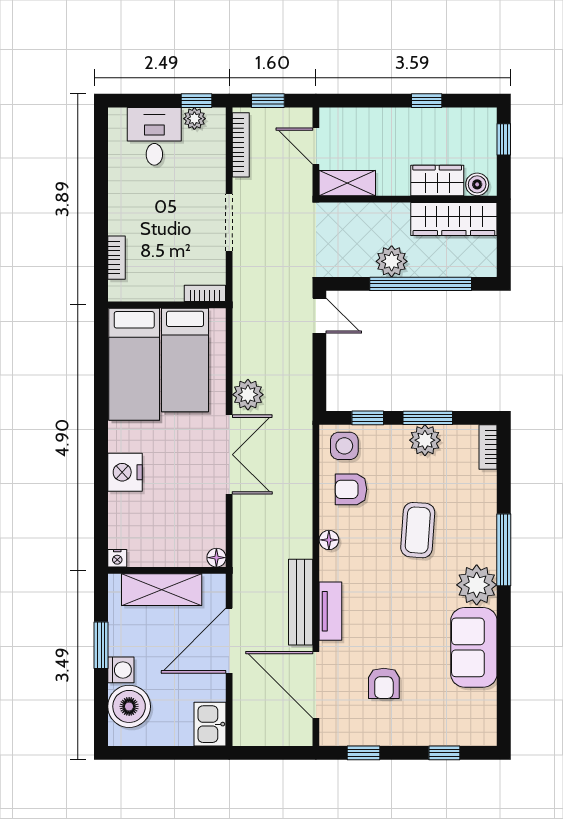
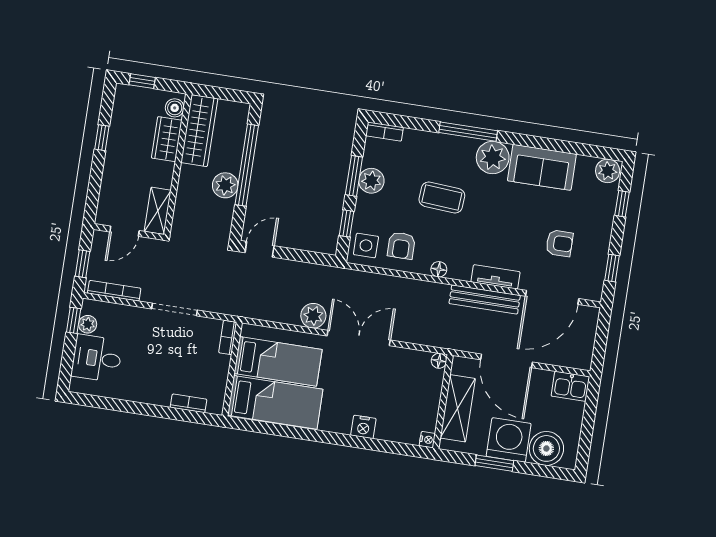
nightstand: (125, 472) -> (363, 427), width x0.74, depth x0.75
washing machine: (121, 670) -> (509, 440), width x1.89, depth x1.89
plant: (482, 729) -> (608, 171), added

